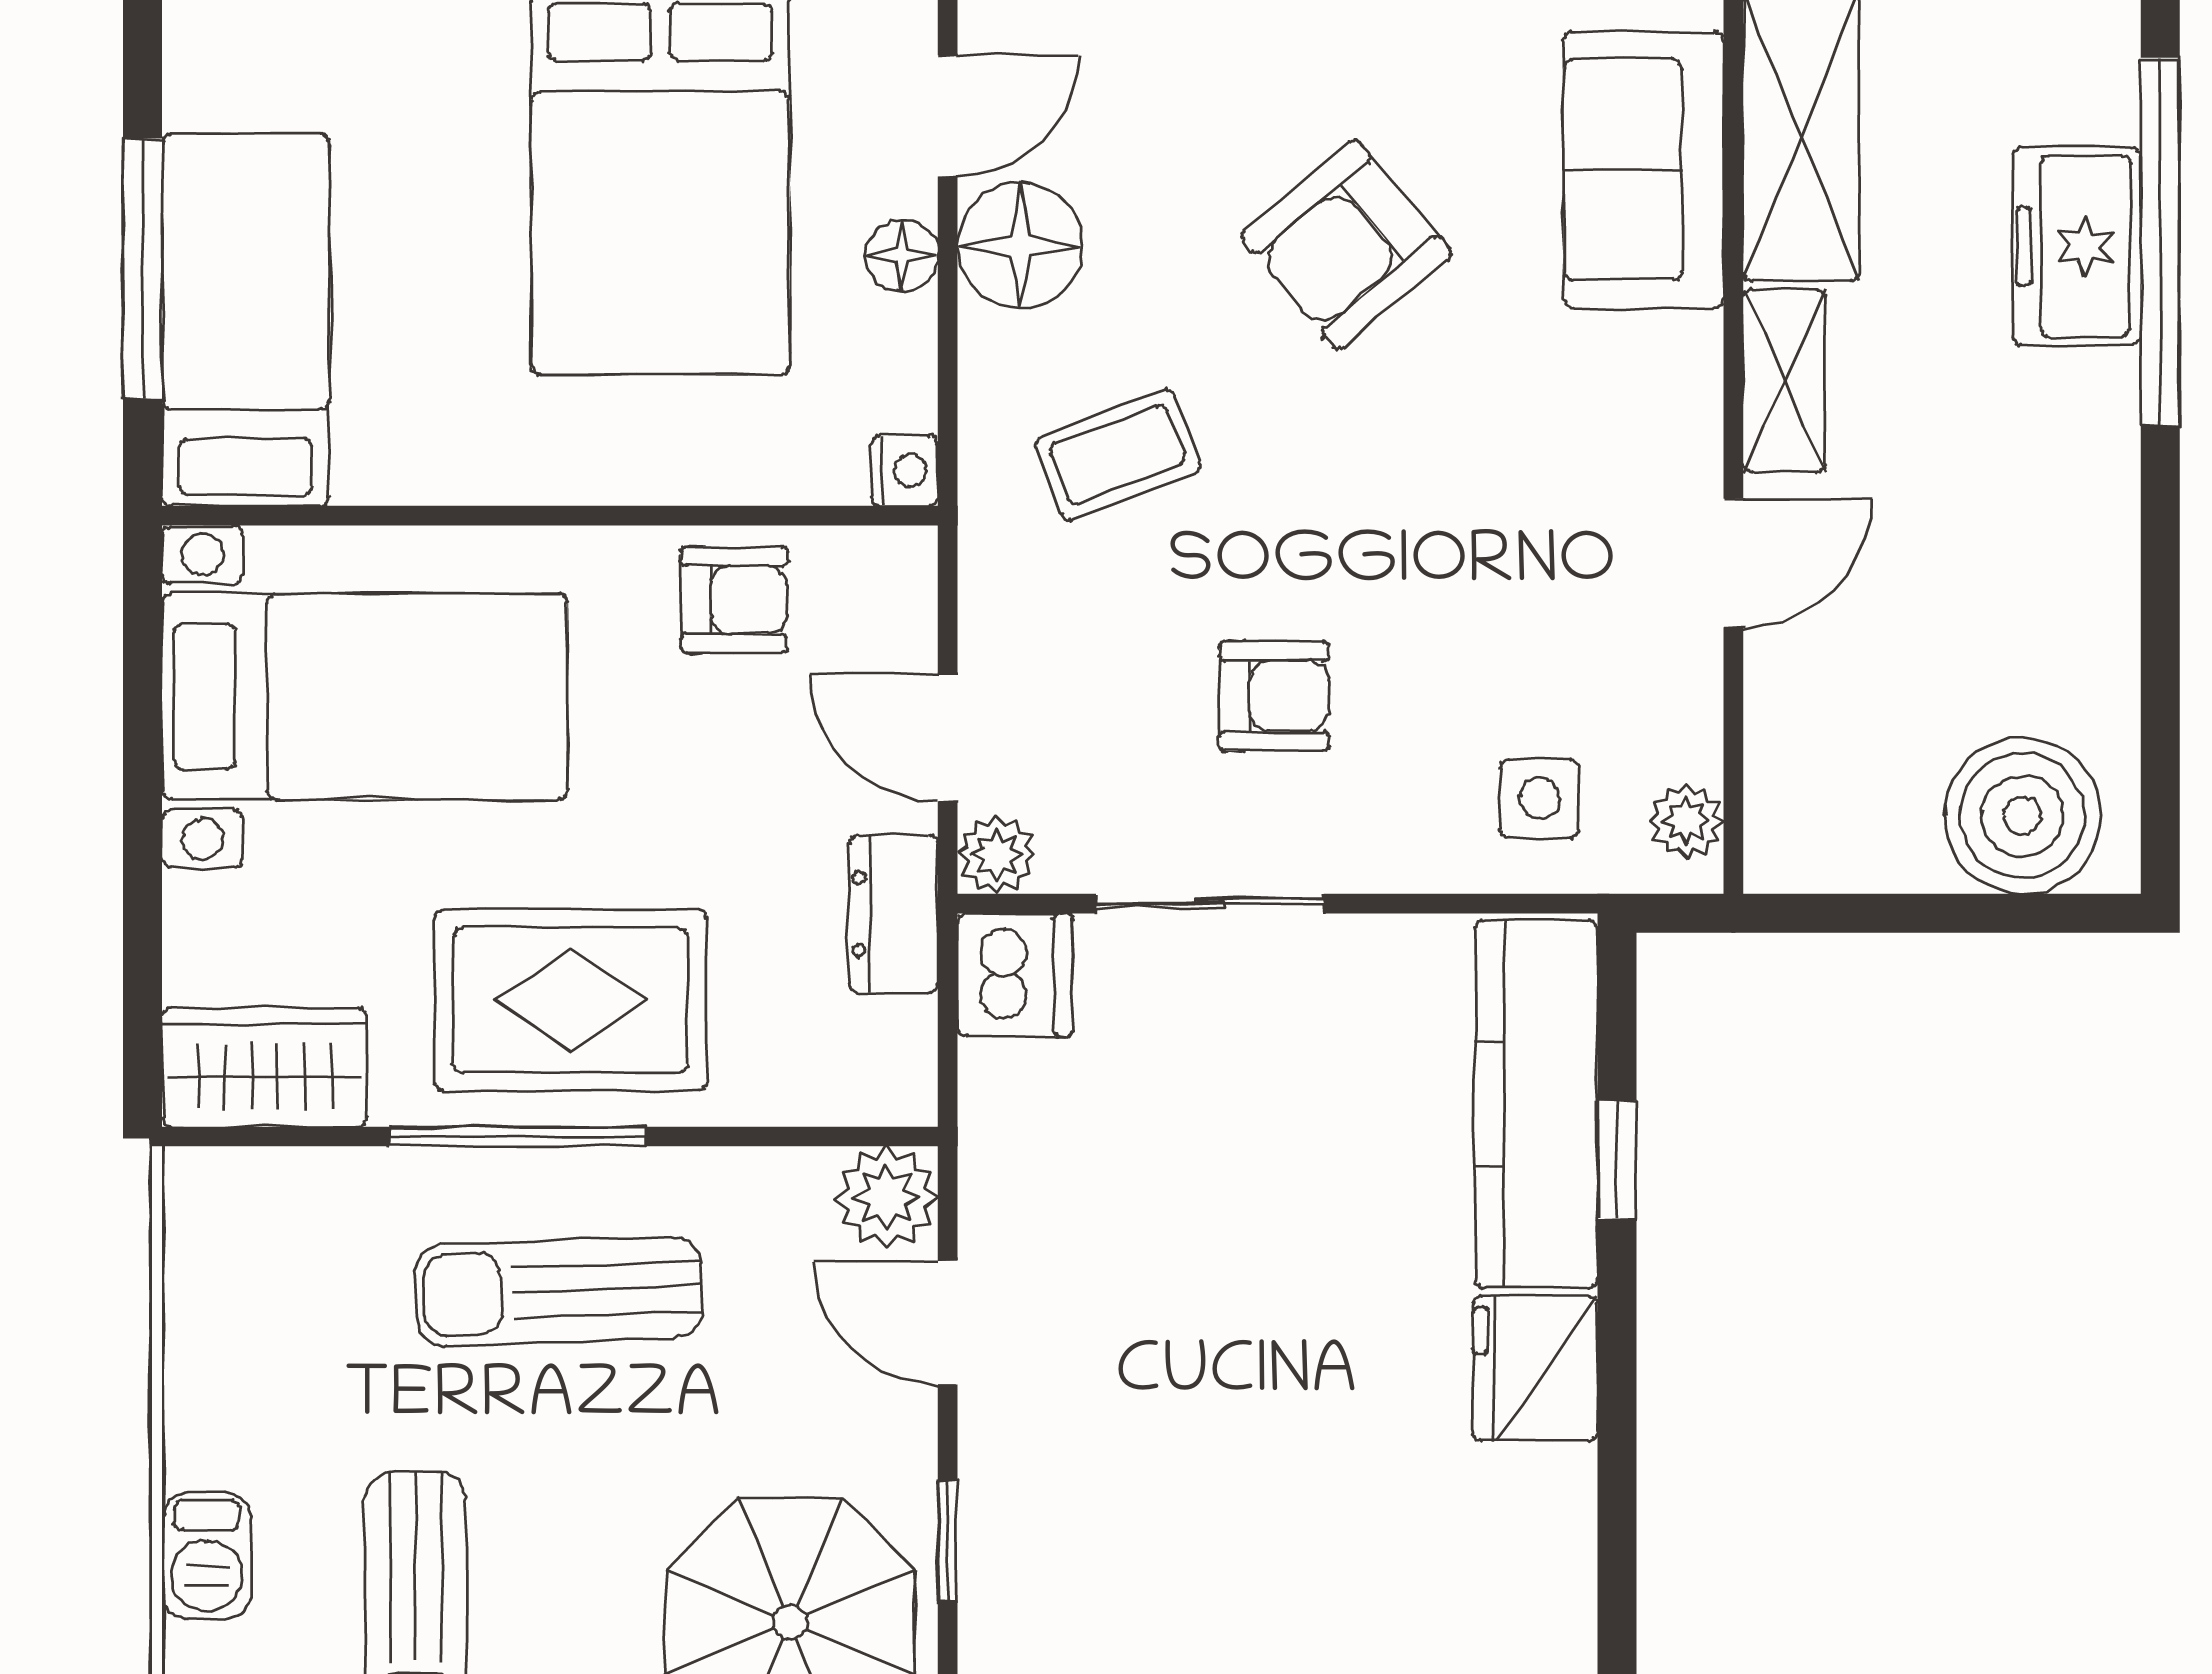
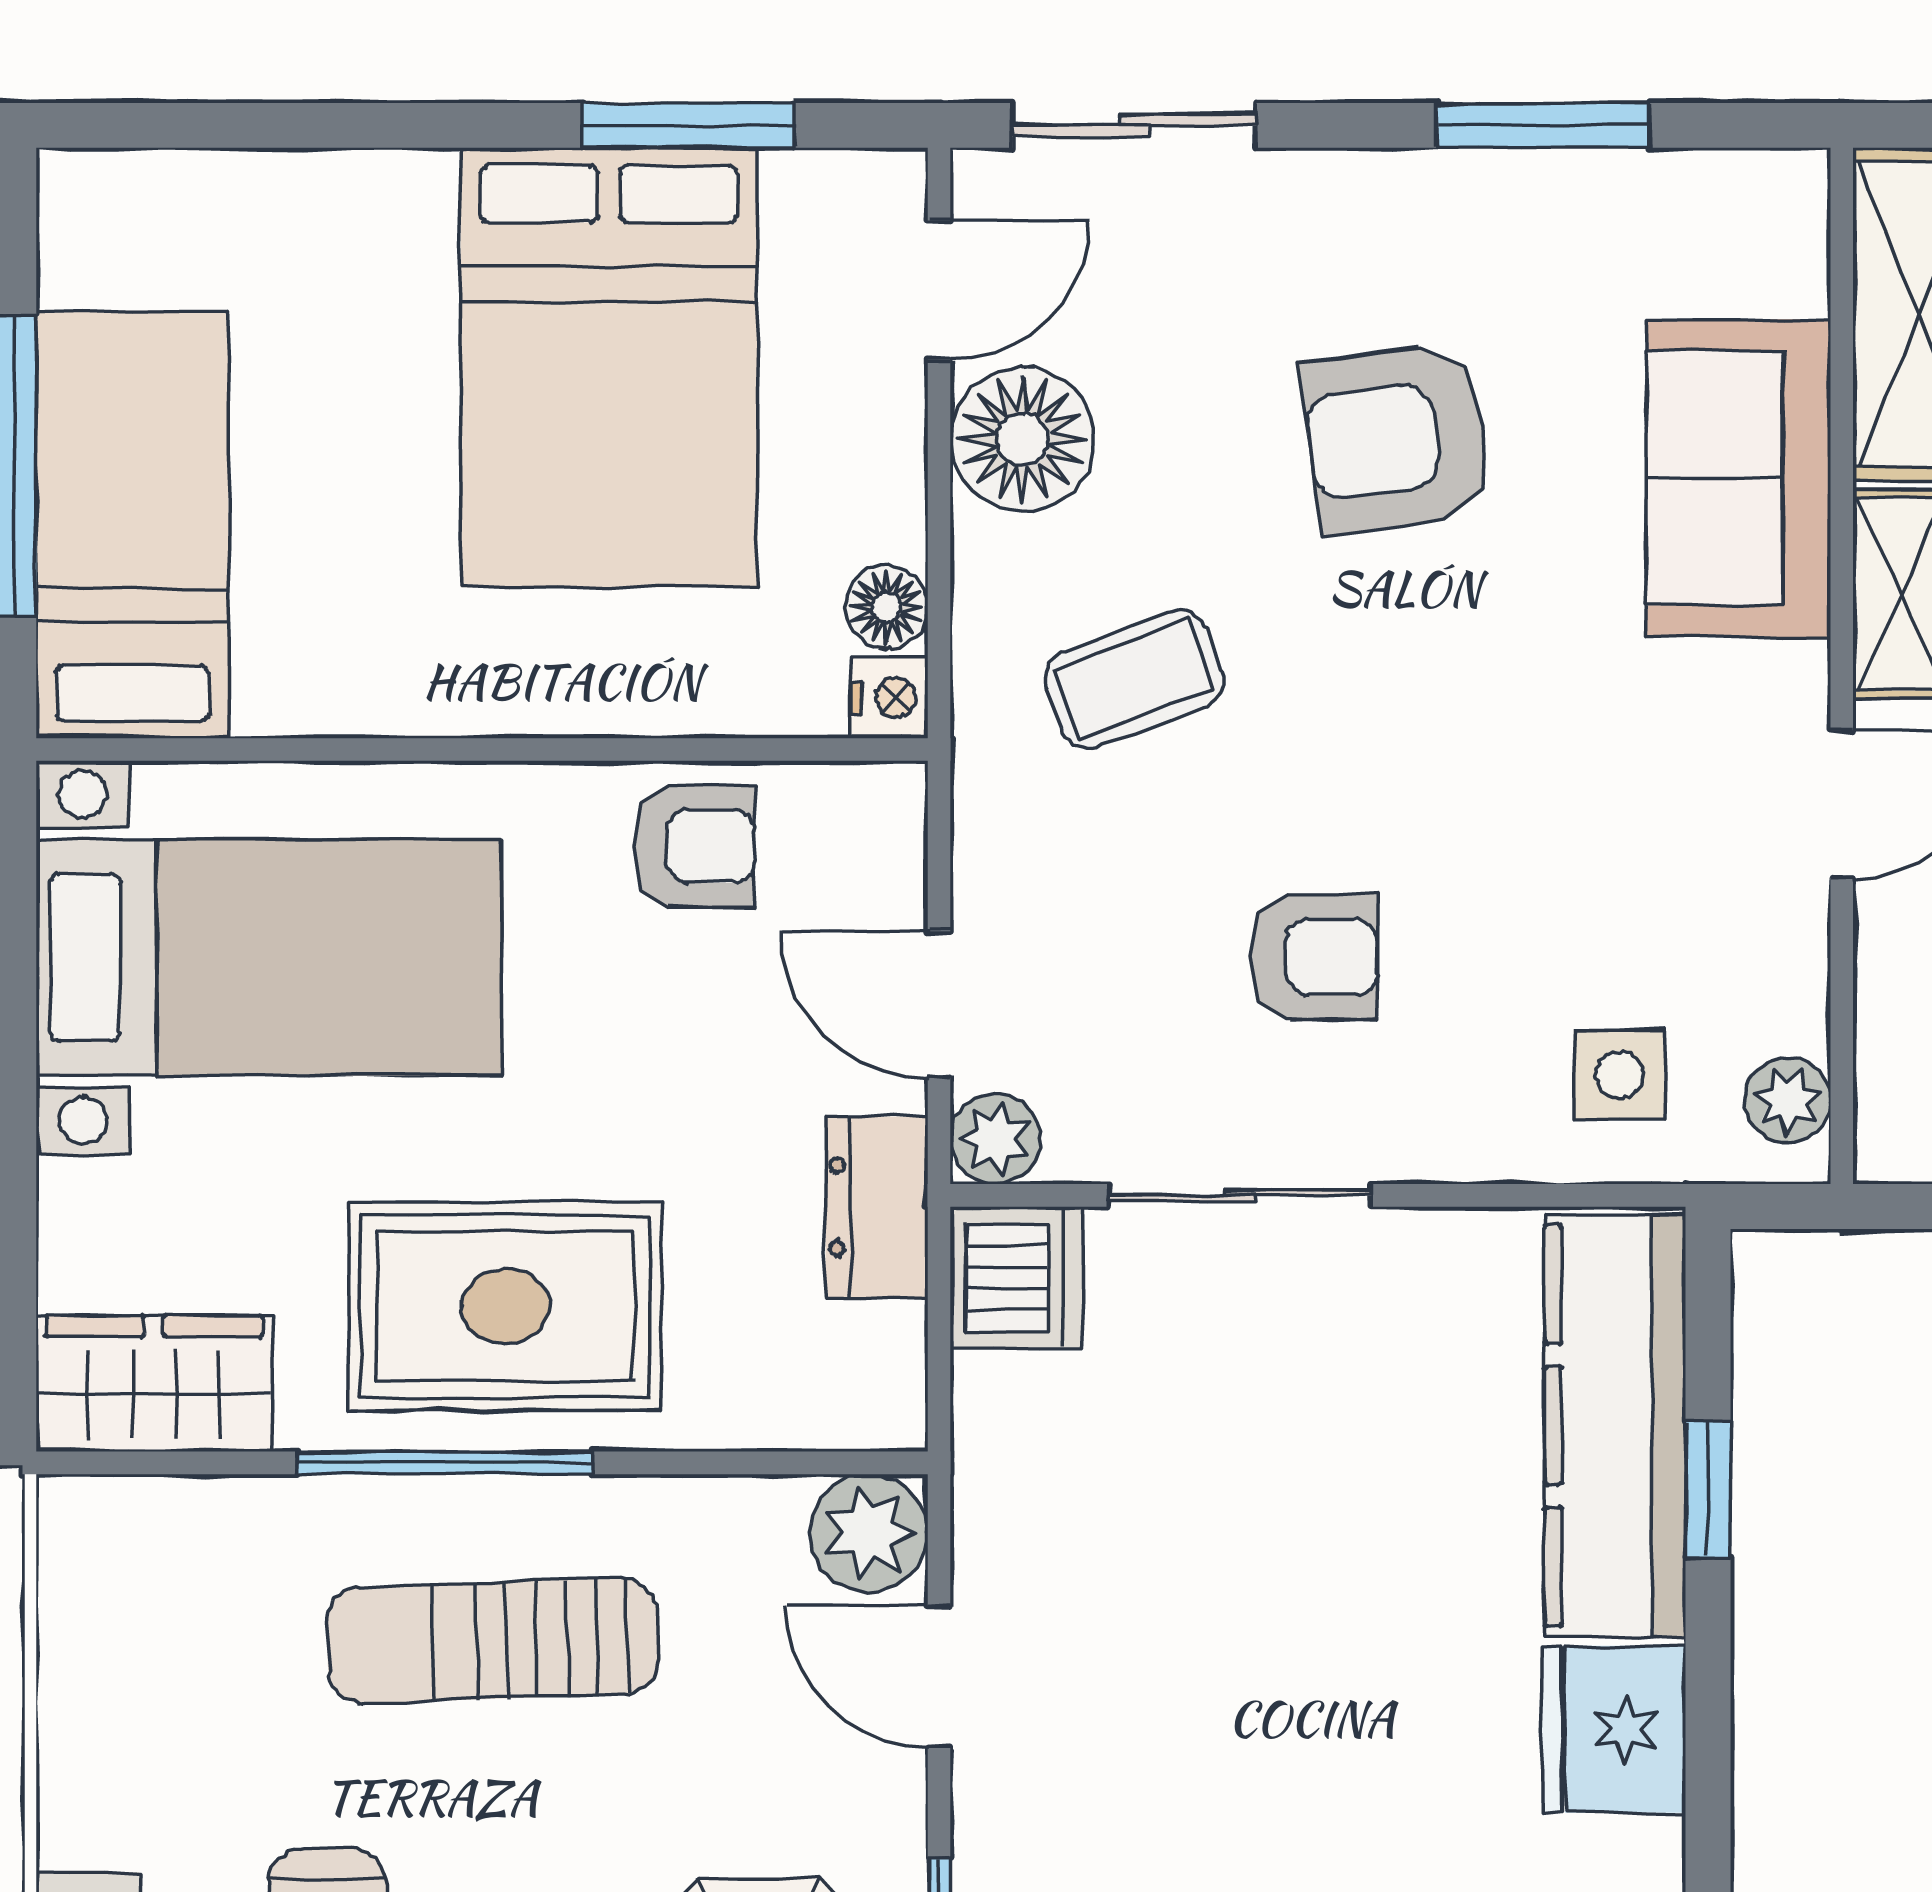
sofa: (1644, 170) -> (1739, 478), moved
armchair: (1346, 245) -> (1397, 438), turned 32
floor lamp: (902, 256) -> (886, 607), moved

